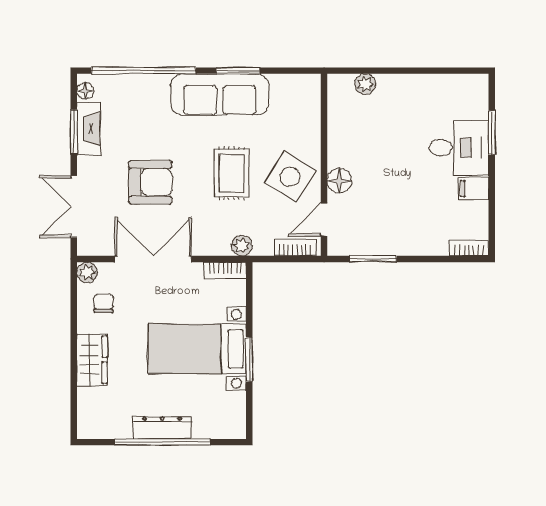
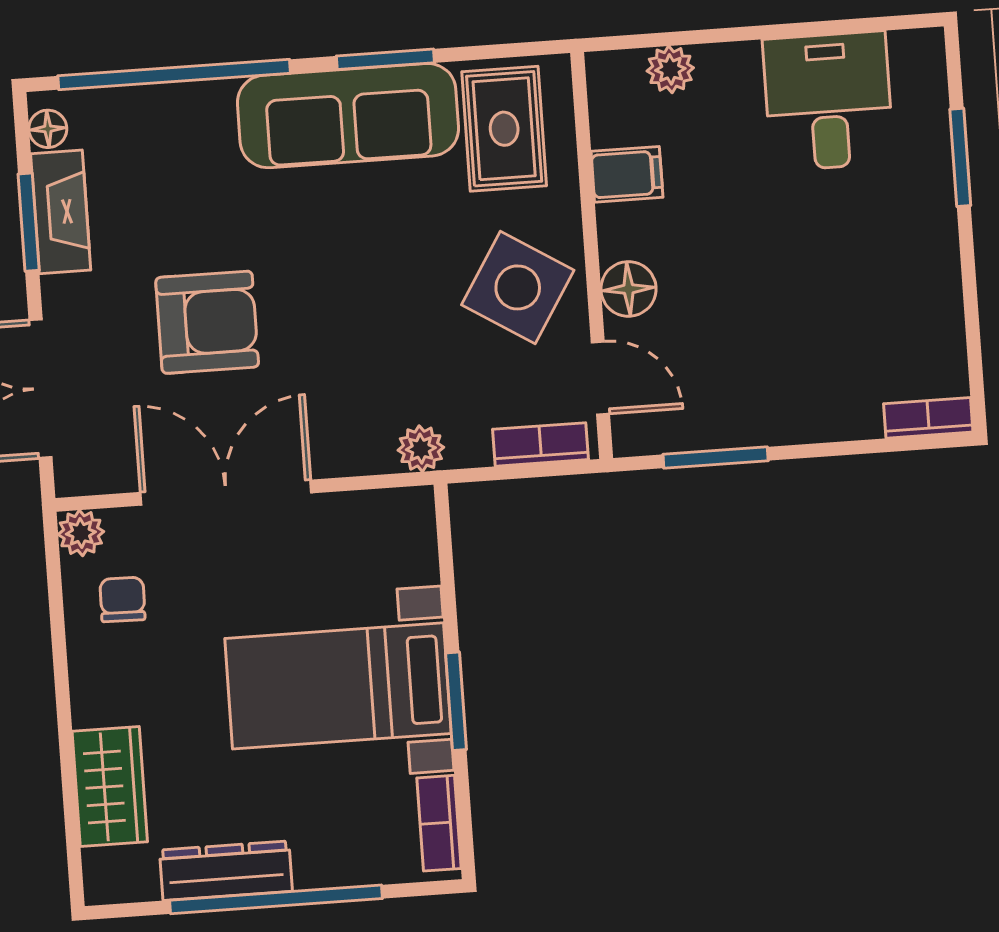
desk: (459, 148) -> (828, 101), moved, turned -90
rug: (231, 173) -> (504, 129), moved
filing cabinet: (473, 189) -> (627, 174), moved, turned 180
door: (324, 220) -> (600, 378), swing flipped
bookcase: (225, 270) -> (439, 823), moved, turned 90
wardrobe: (92, 360) -> (110, 786), moved
dresser: (162, 428) -> (226, 871), moved

